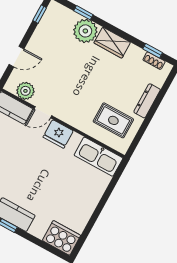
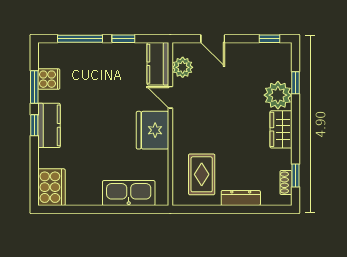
fridge: (58, 134) -> (152, 130), width x1.36, depth x1.34
kitchen sink: (98, 157) -> (129, 193), moved, turned 90

